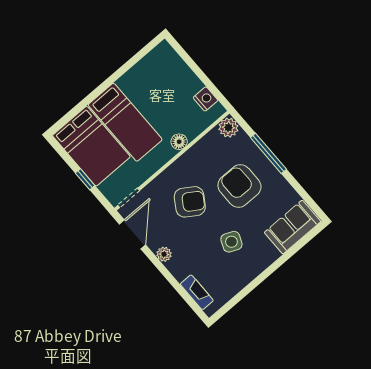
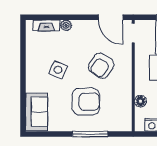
plant: (228, 128) -> (124, 124), removed
floor lamp: (179, 142) -> (140, 101), moved
plant: (164, 254) -> (66, 25), moved

